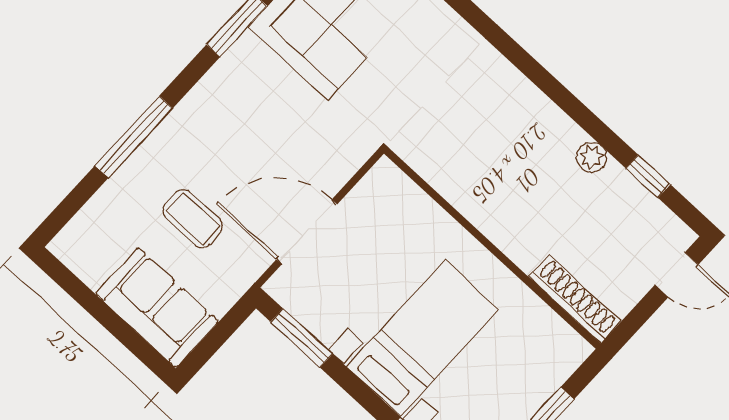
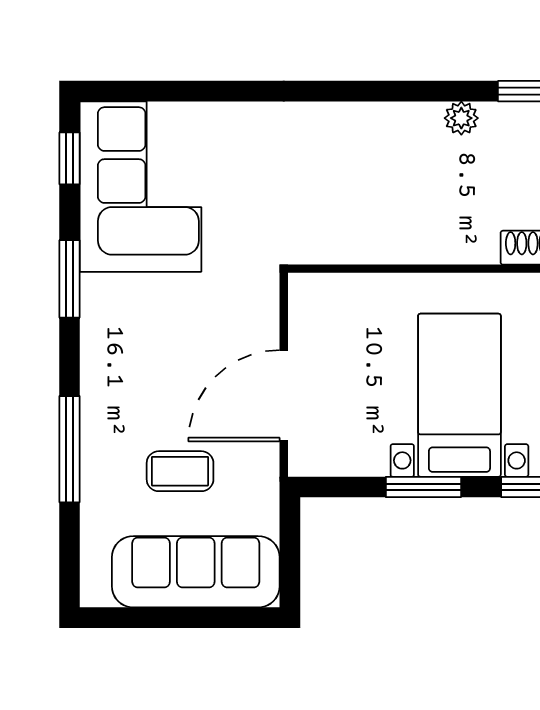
sofa: (157, 308) -> (196, 572), width x1.36
window: (301, 338) -> (423, 487), moved

